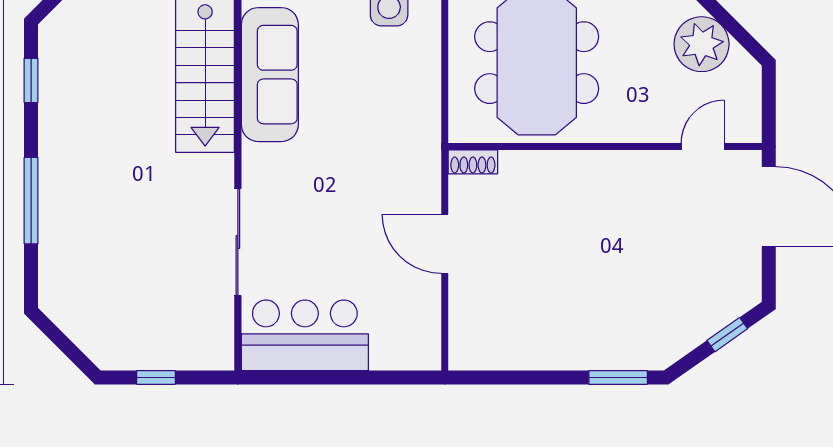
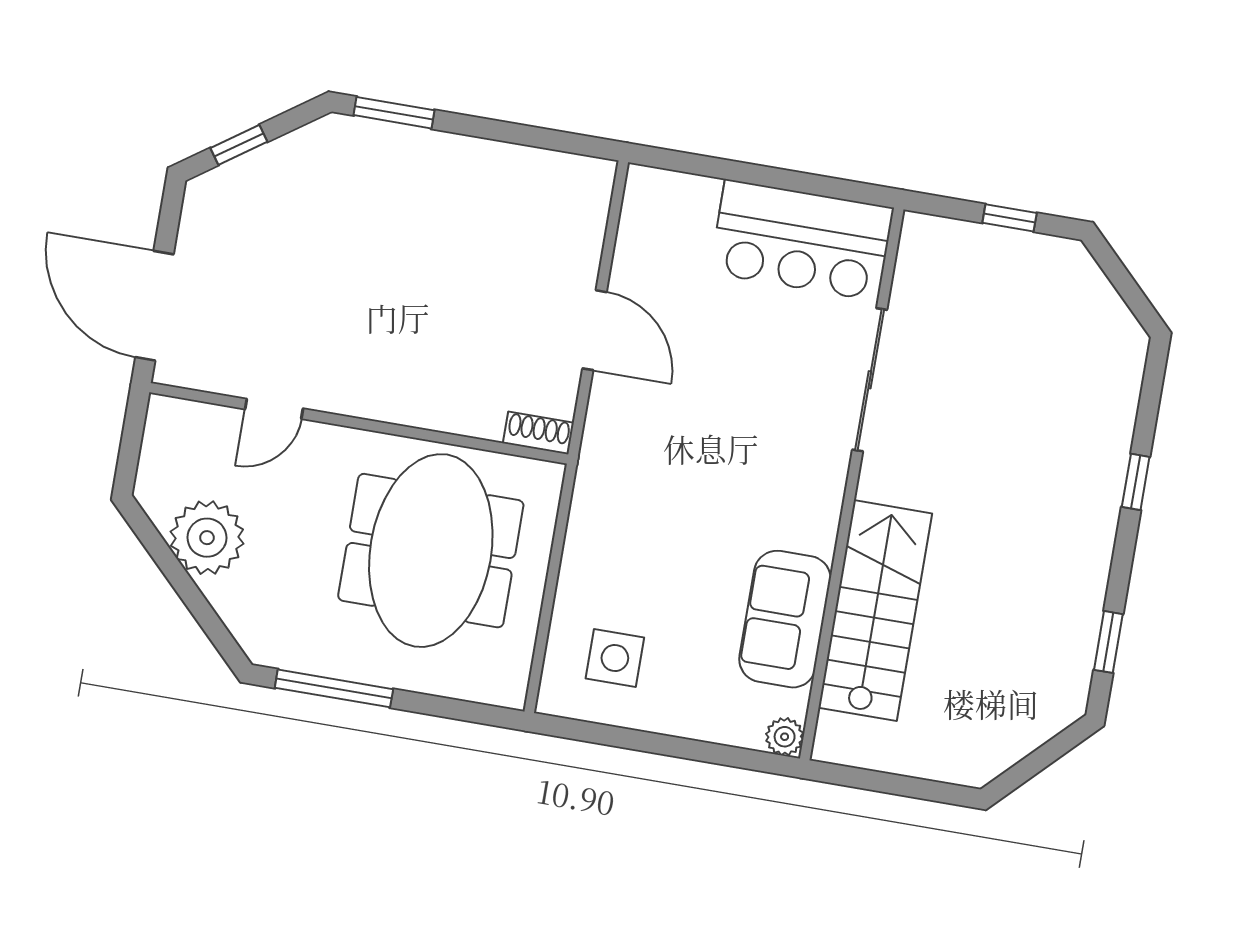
sofa: (270, 75) -> (785, 619), width x0.73
door: (703, 146) -> (274, 409), moved
window: (31, 201) -> (1136, 482), width x0.46

